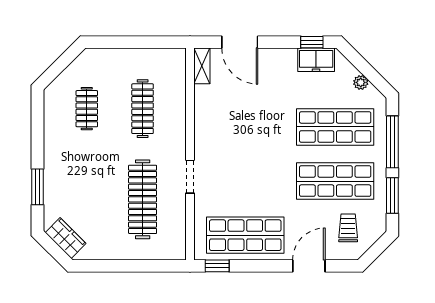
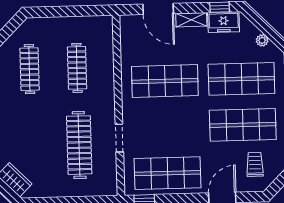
shelving: (202, 66) -> (191, 20), moved, turned 90
clothes rail: (87, 109) -> (30, 69), width x1.36
shop shelf: (245, 127) -> (165, 81), added
doorway: (190, 177) -> (119, 138), moved

